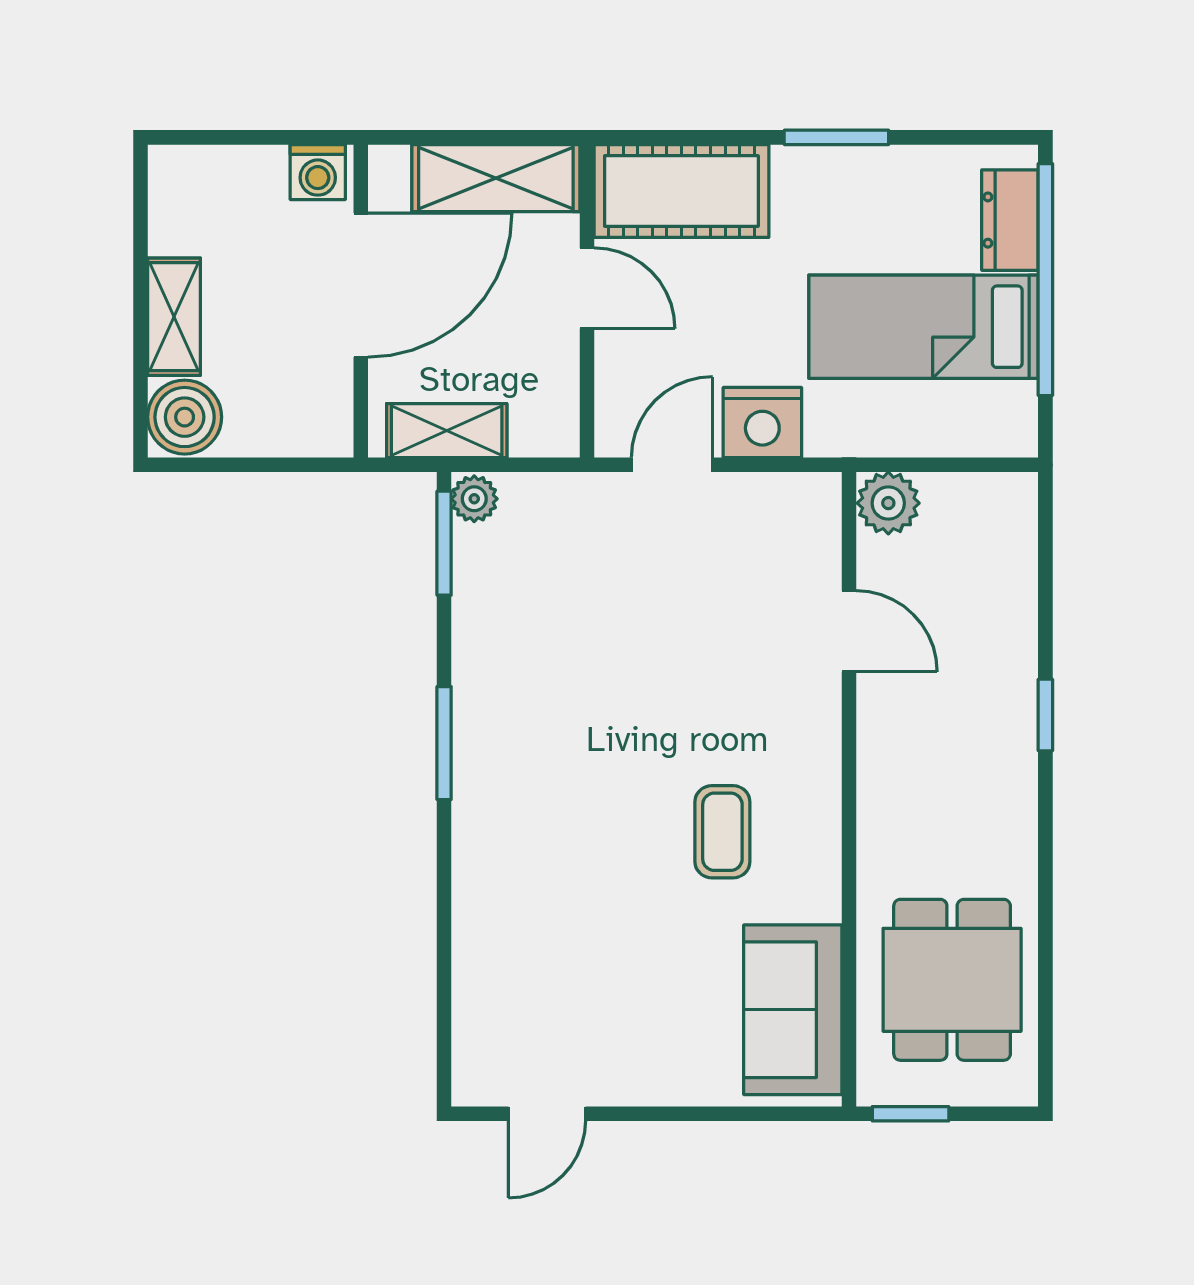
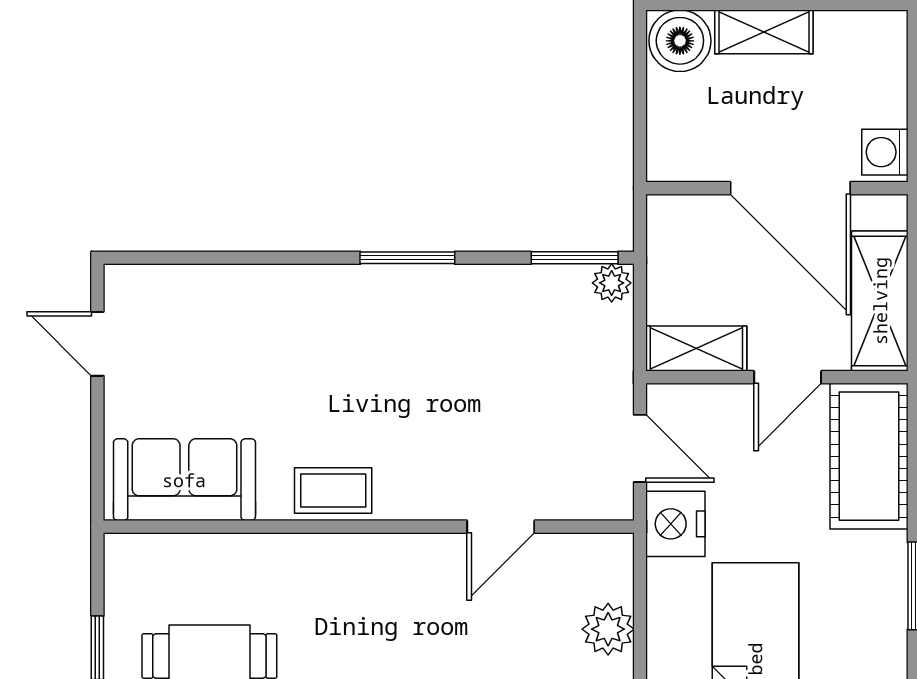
shelving: (447, 431) -> (696, 349), moved, turned 90
door: (849, 631) -> (501, 527), moved
wall: (849, 789) -> (369, 527), moved
sofa: (793, 1010) -> (184, 480), moved

